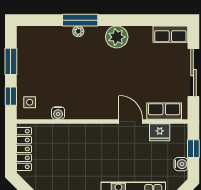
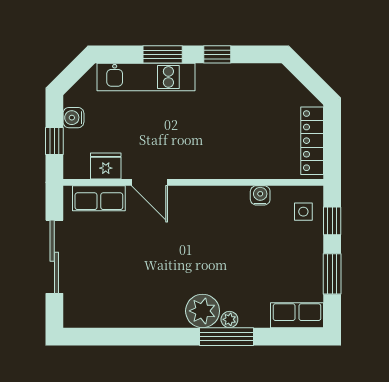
row of seats: (170, 34) -> (297, 315), moved
plant: (117, 37) -> (203, 311), moved

